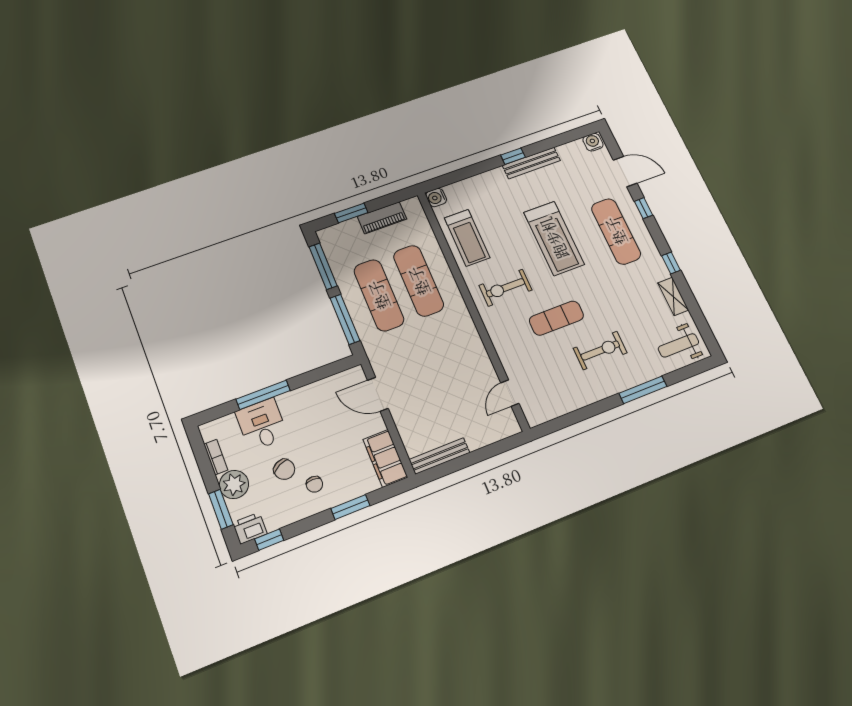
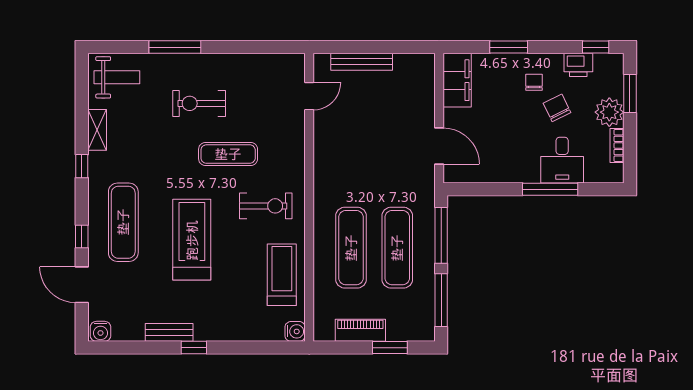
bench: (531, 163) -> (169, 332), width x0.73
bench: (439, 456) -> (362, 62), moved
printer: (250, 528) -> (578, 65), moved

